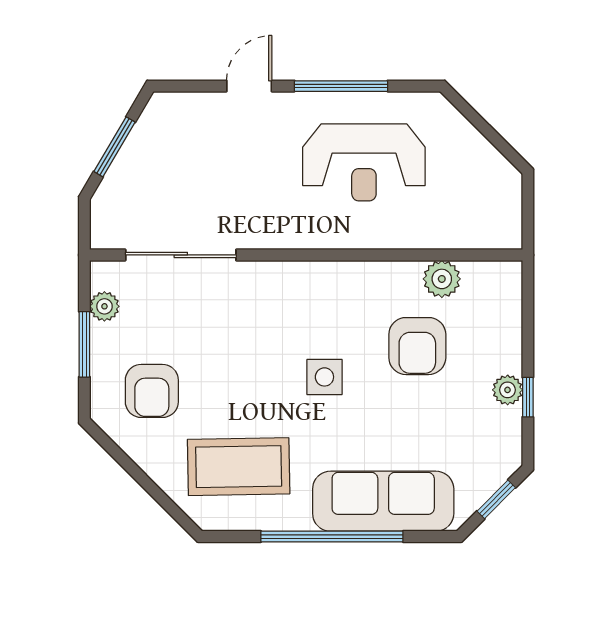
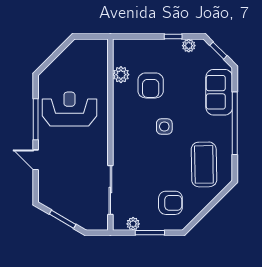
reception desk: (364, 162) -> (69, 109), turned -90
armchair: (417, 346) -> (151, 85), turned 90
plant: (508, 390) -> (189, 46), moved
sofa: (383, 501) -> (219, 92), width x0.73

